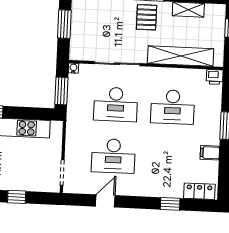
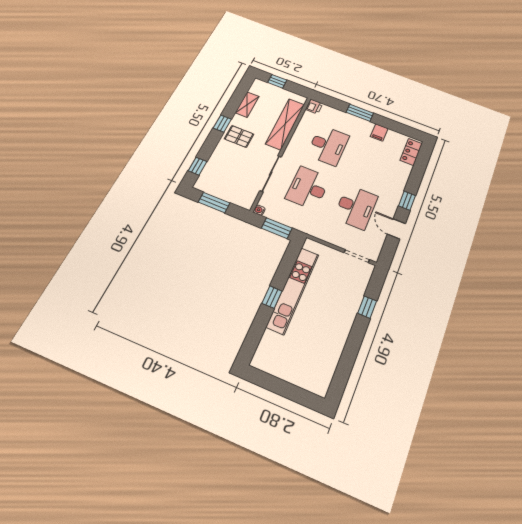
desk: (116, 104) -> (308, 188), turned 180
window: (170, 204) -> (407, 201), moved

